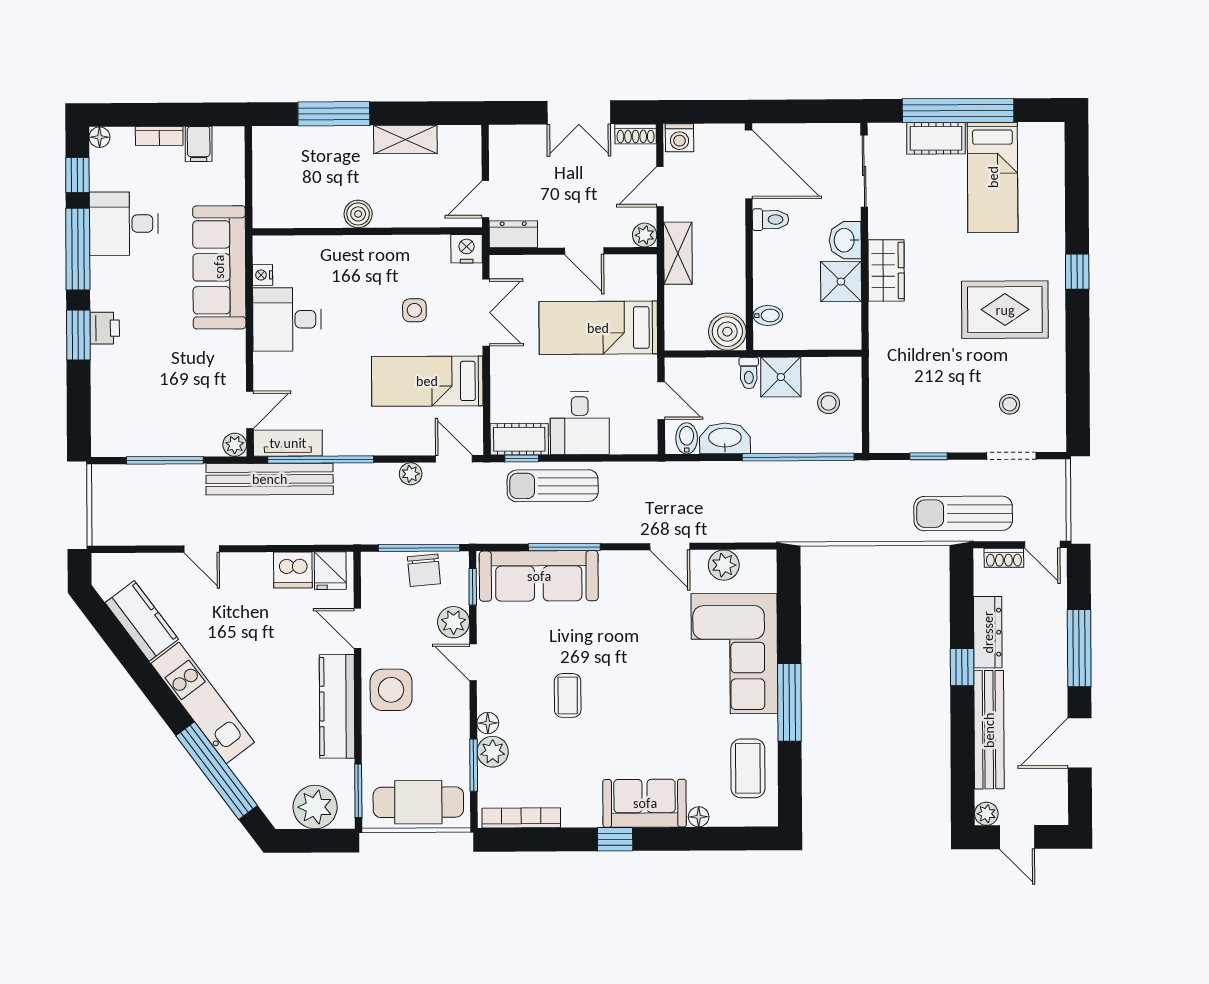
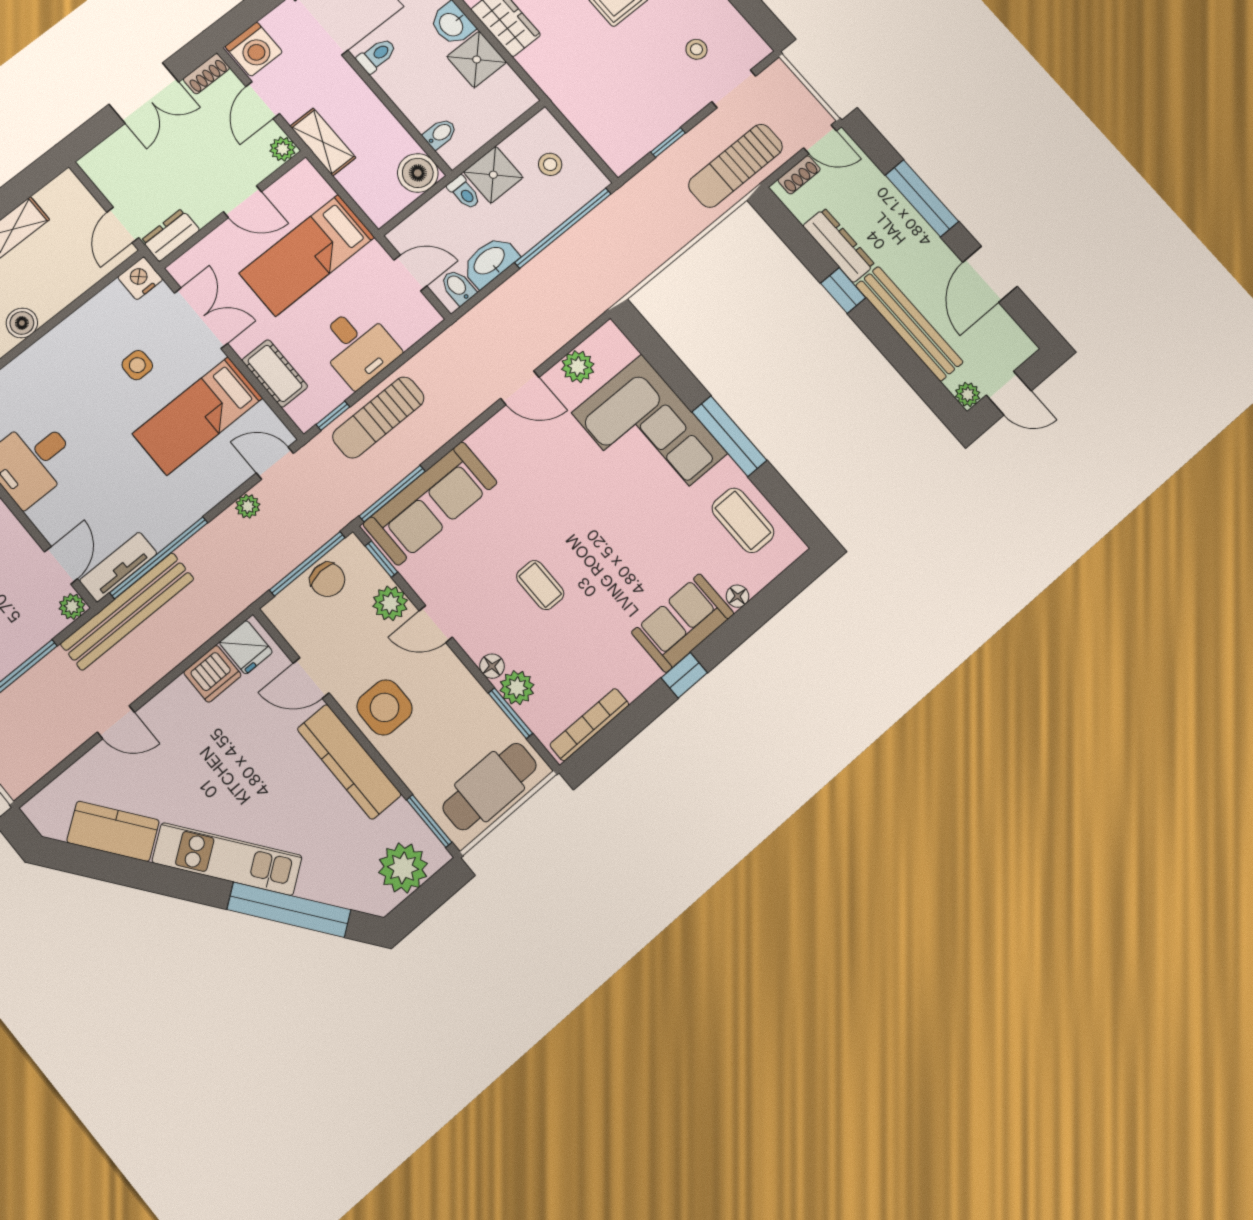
washing machine: (679, 138) -> (254, 49), width x1.38, depth x1.38
cot: (519, 439) -> (275, 373), moved, turned 90
window: (564, 547) -> (392, 494), moved

